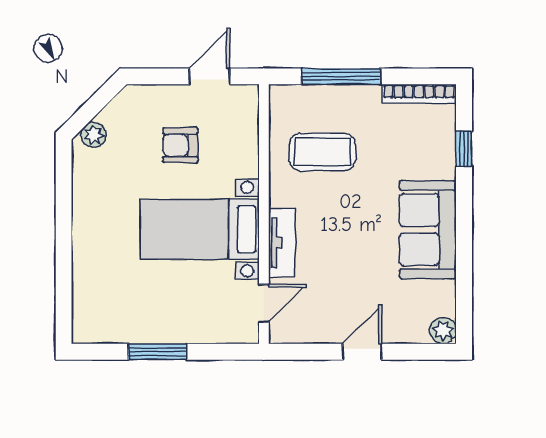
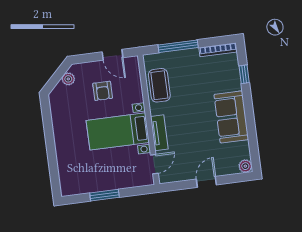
door: (209, 76) -> (113, 55), swing flipped
plant: (94, 135) -> (68, 79), moved
armchair: (180, 145) -> (103, 91), turned -90
coffee table: (322, 152) -> (159, 85), moved, turned 90

